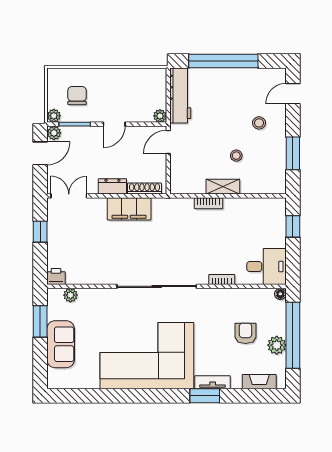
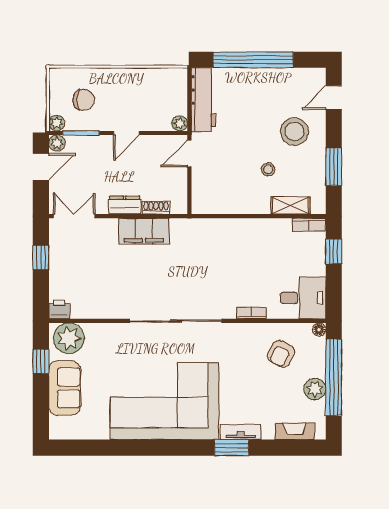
chair: (77, 96) -> (84, 100), turned 89
stool: (259, 123) -> (294, 132), width x1.89, depth x1.89
shelving: (223, 187) -> (291, 205), moved
shoe rack: (145, 189) -> (156, 208), width x0.70
bookcase: (208, 203) -> (309, 225), moved
plant: (70, 295) -> (69, 338), width x1.87, depth x1.87
window: (40, 321) -> (41, 362), width x0.67
armchair: (245, 333) -> (281, 354), moved, turned -152

